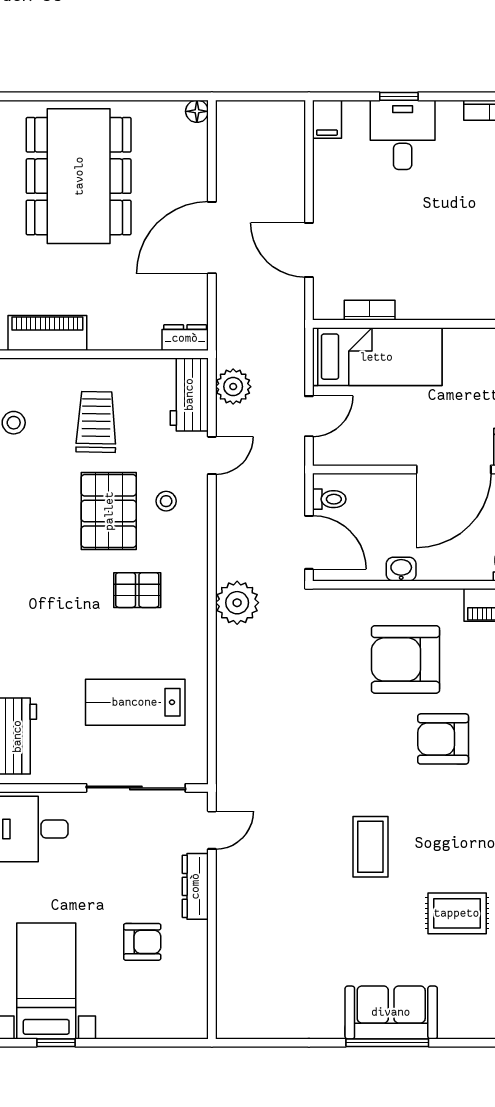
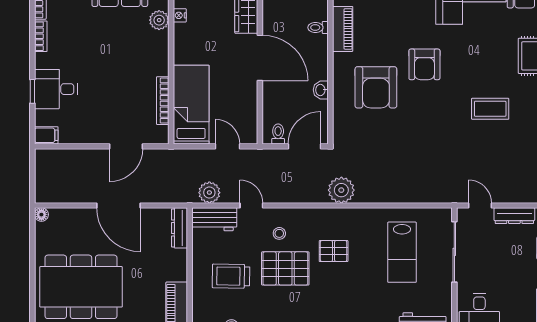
bookcase: (370, 310) -> (163, 101), width x1.56
dresser: (185, 338) -> (179, 228), width x1.44
pallet: (137, 590) -> (334, 251), turned 90

